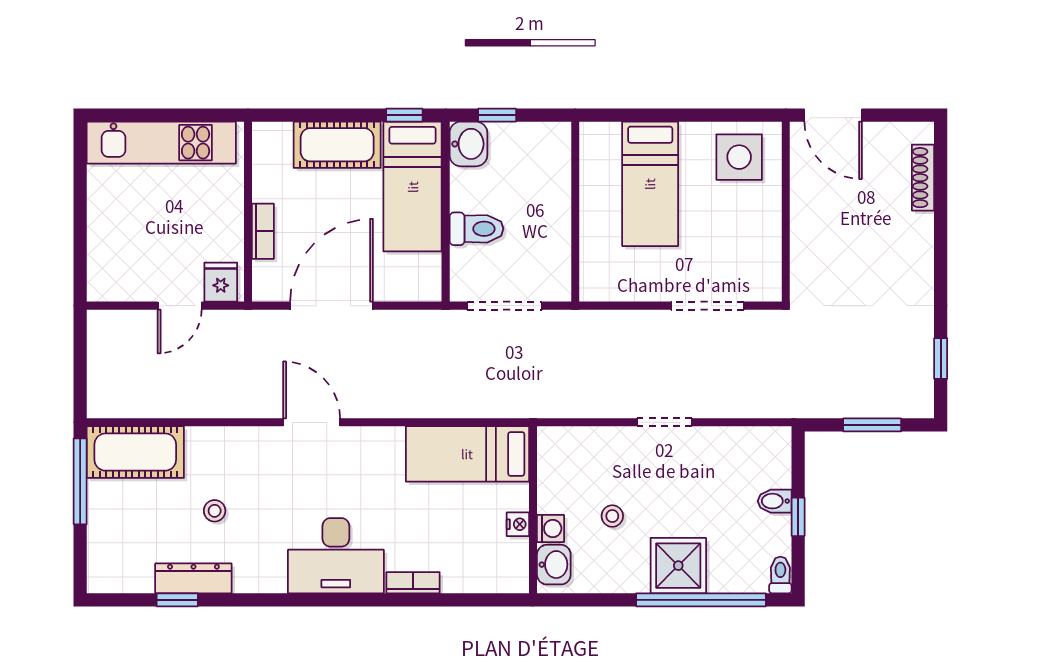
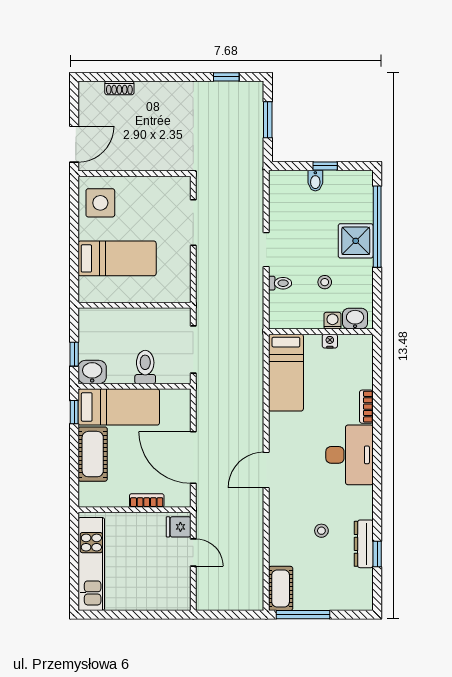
shoe rack: (923, 178) -> (119, 88), width x0.70
cot: (135, 452) -> (281, 588), width x0.73, depth x0.75
toilet: (780, 575) -> (280, 283), moved, turned 180

